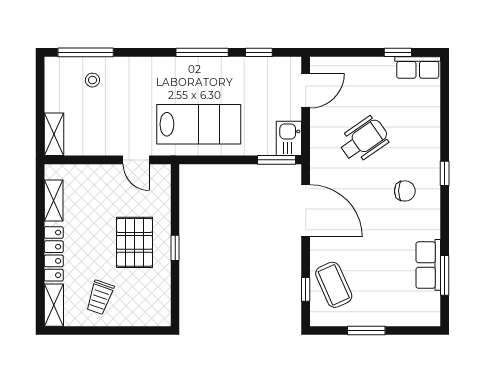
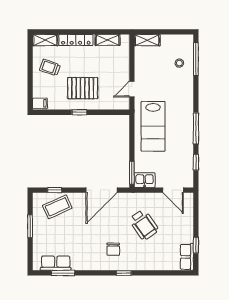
row of seats: (428, 265) -> (56, 263), moved
filing cabinet: (160, 314) -> (40, 103), added

